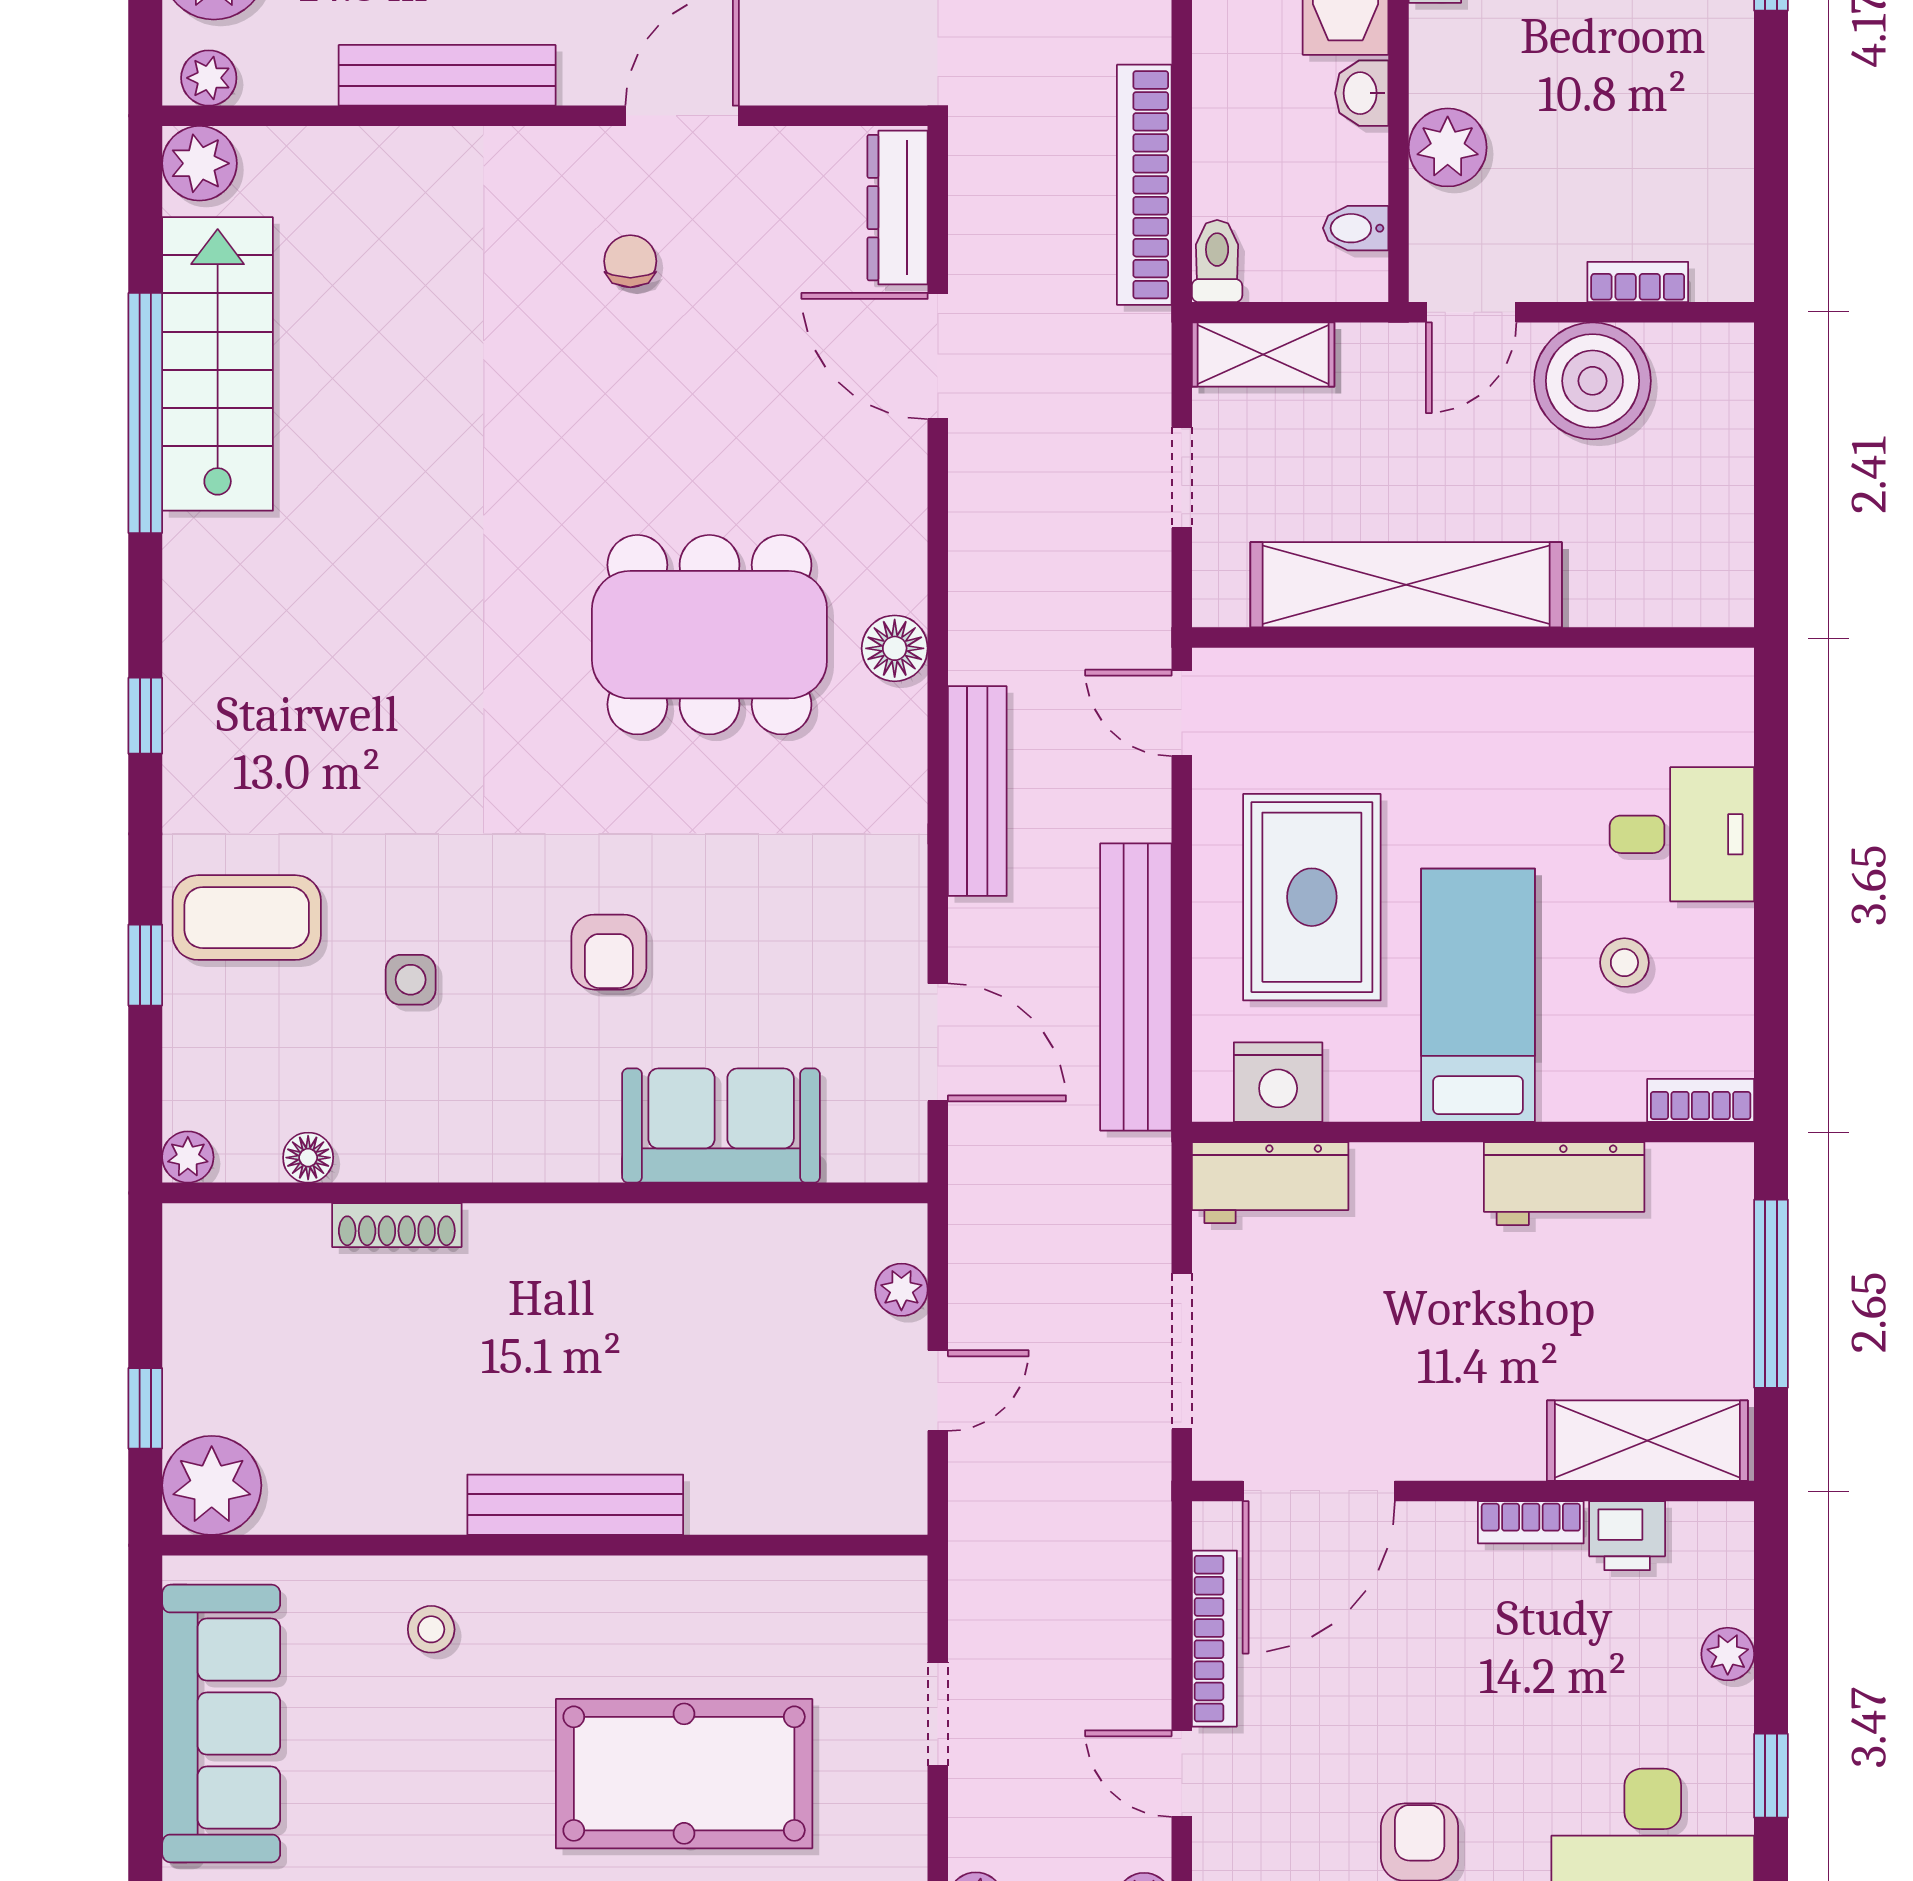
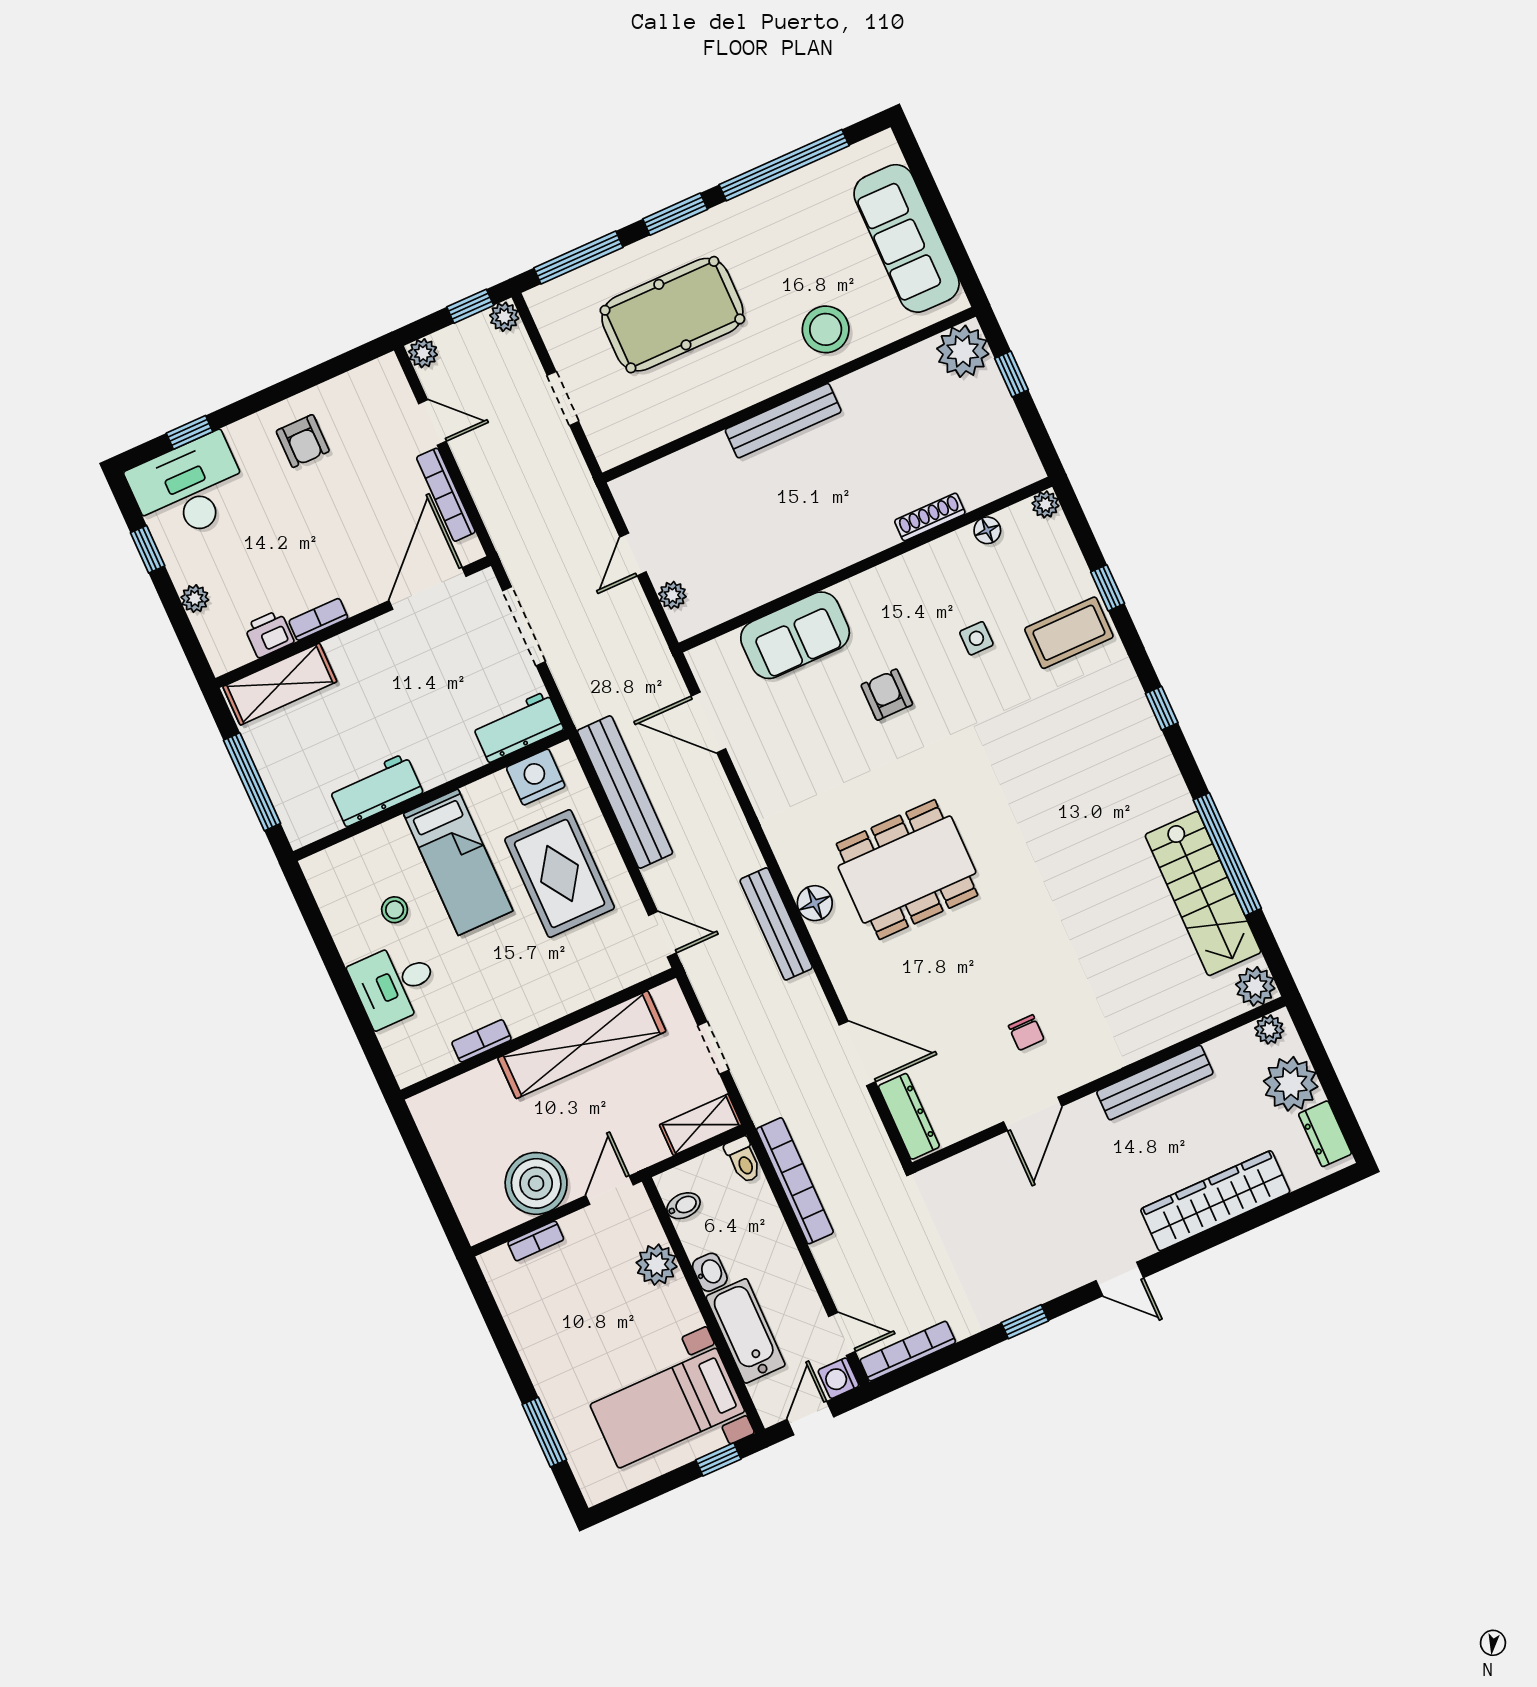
bench: (977, 791) -> (776, 924), moved
bookcase: (1701, 1100) -> (482, 1041), moved, turned 180
stool: (431, 1629) -> (826, 329), width x1.89, depth x1.89

